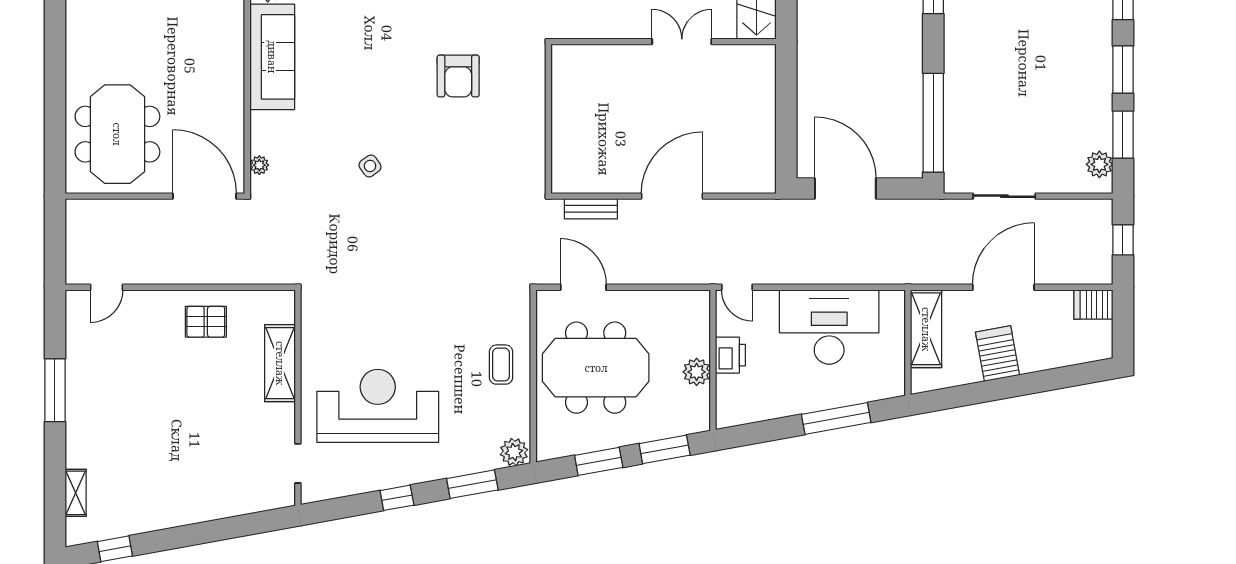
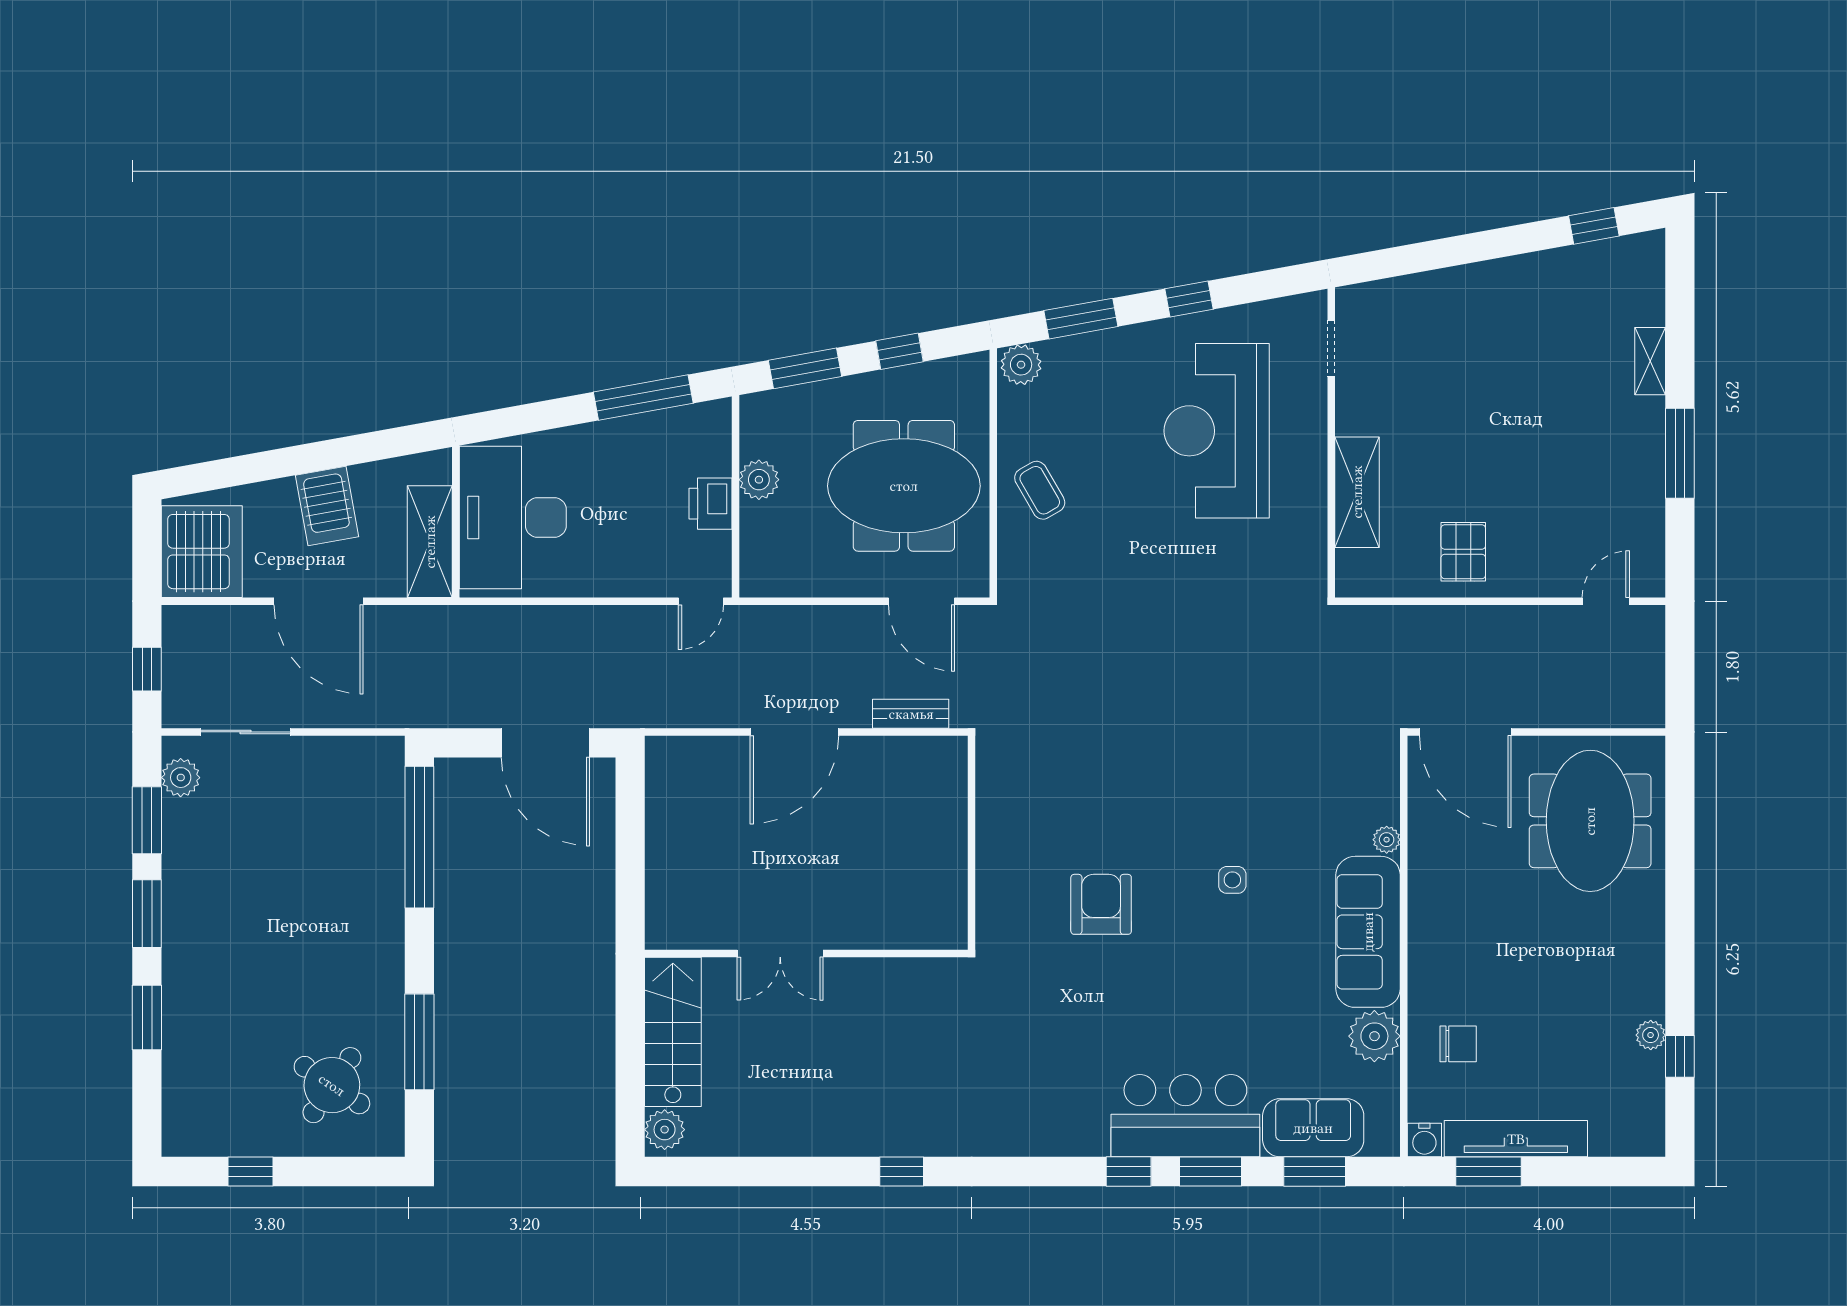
plant: (259, 165) -> (1387, 840), moved
side table: (370, 166) -> (1232, 880), moved, turned 35
sliding door: (1004, 196) -> (246, 732), moved
door: (737, 287) -> (701, 601), swing flipped
door: (1003, 287) -> (319, 601), hinge flipped
server rack: (1093, 304) -> (202, 552), width x2.18, depth x1.44
pallet: (206, 322) -> (1463, 552), turned 90
desk: (829, 327) -> (513, 517), moved, turned 90
coffee table: (501, 365) -> (1040, 490), turned -30
reception desk: (378, 406) -> (1217, 431), turned 90
window: (836, 418) -> (643, 398), moved
window: (599, 461) -> (899, 351), width x0.67
shelving: (76, 493) -> (1650, 361), moved

